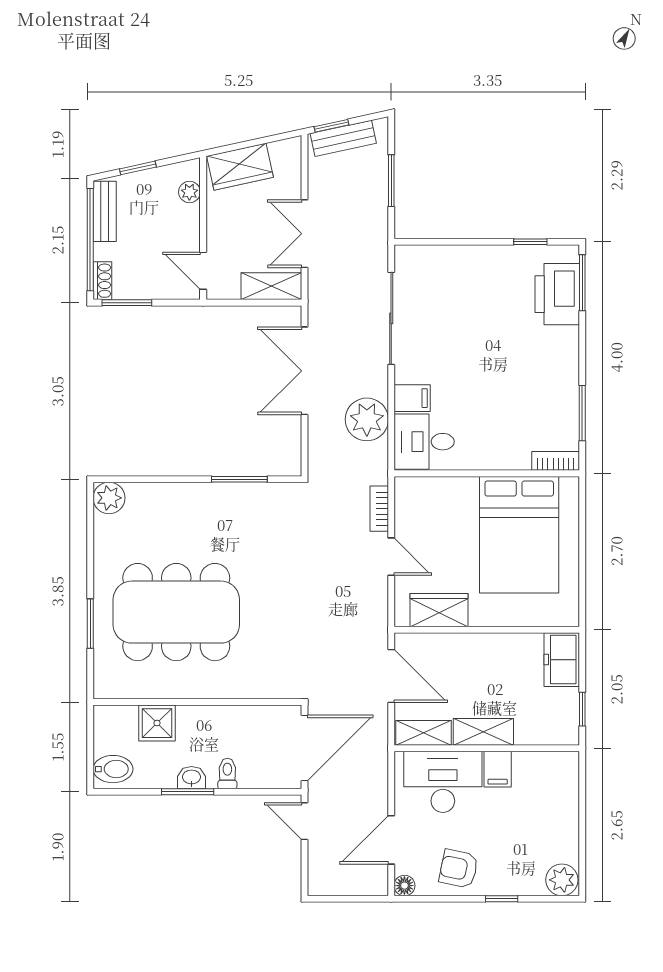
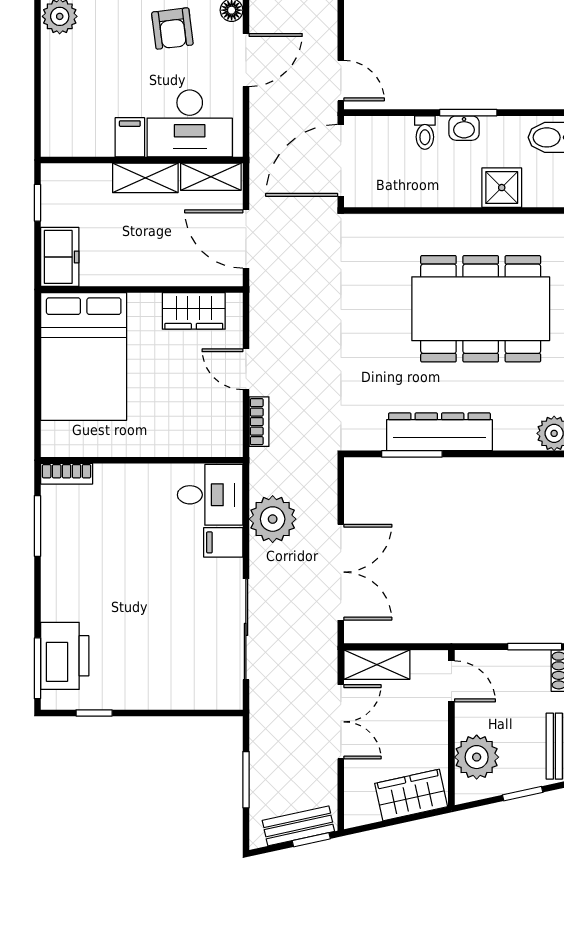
plant: (189, 192) -> (477, 757), width x1.88, depth x1.88
dresser: (214, 499) -> (439, 432), added
bed: (519, 535) -> (84, 357), moved, turned 180
armchair: (459, 869) -> (172, 29), turned 71

